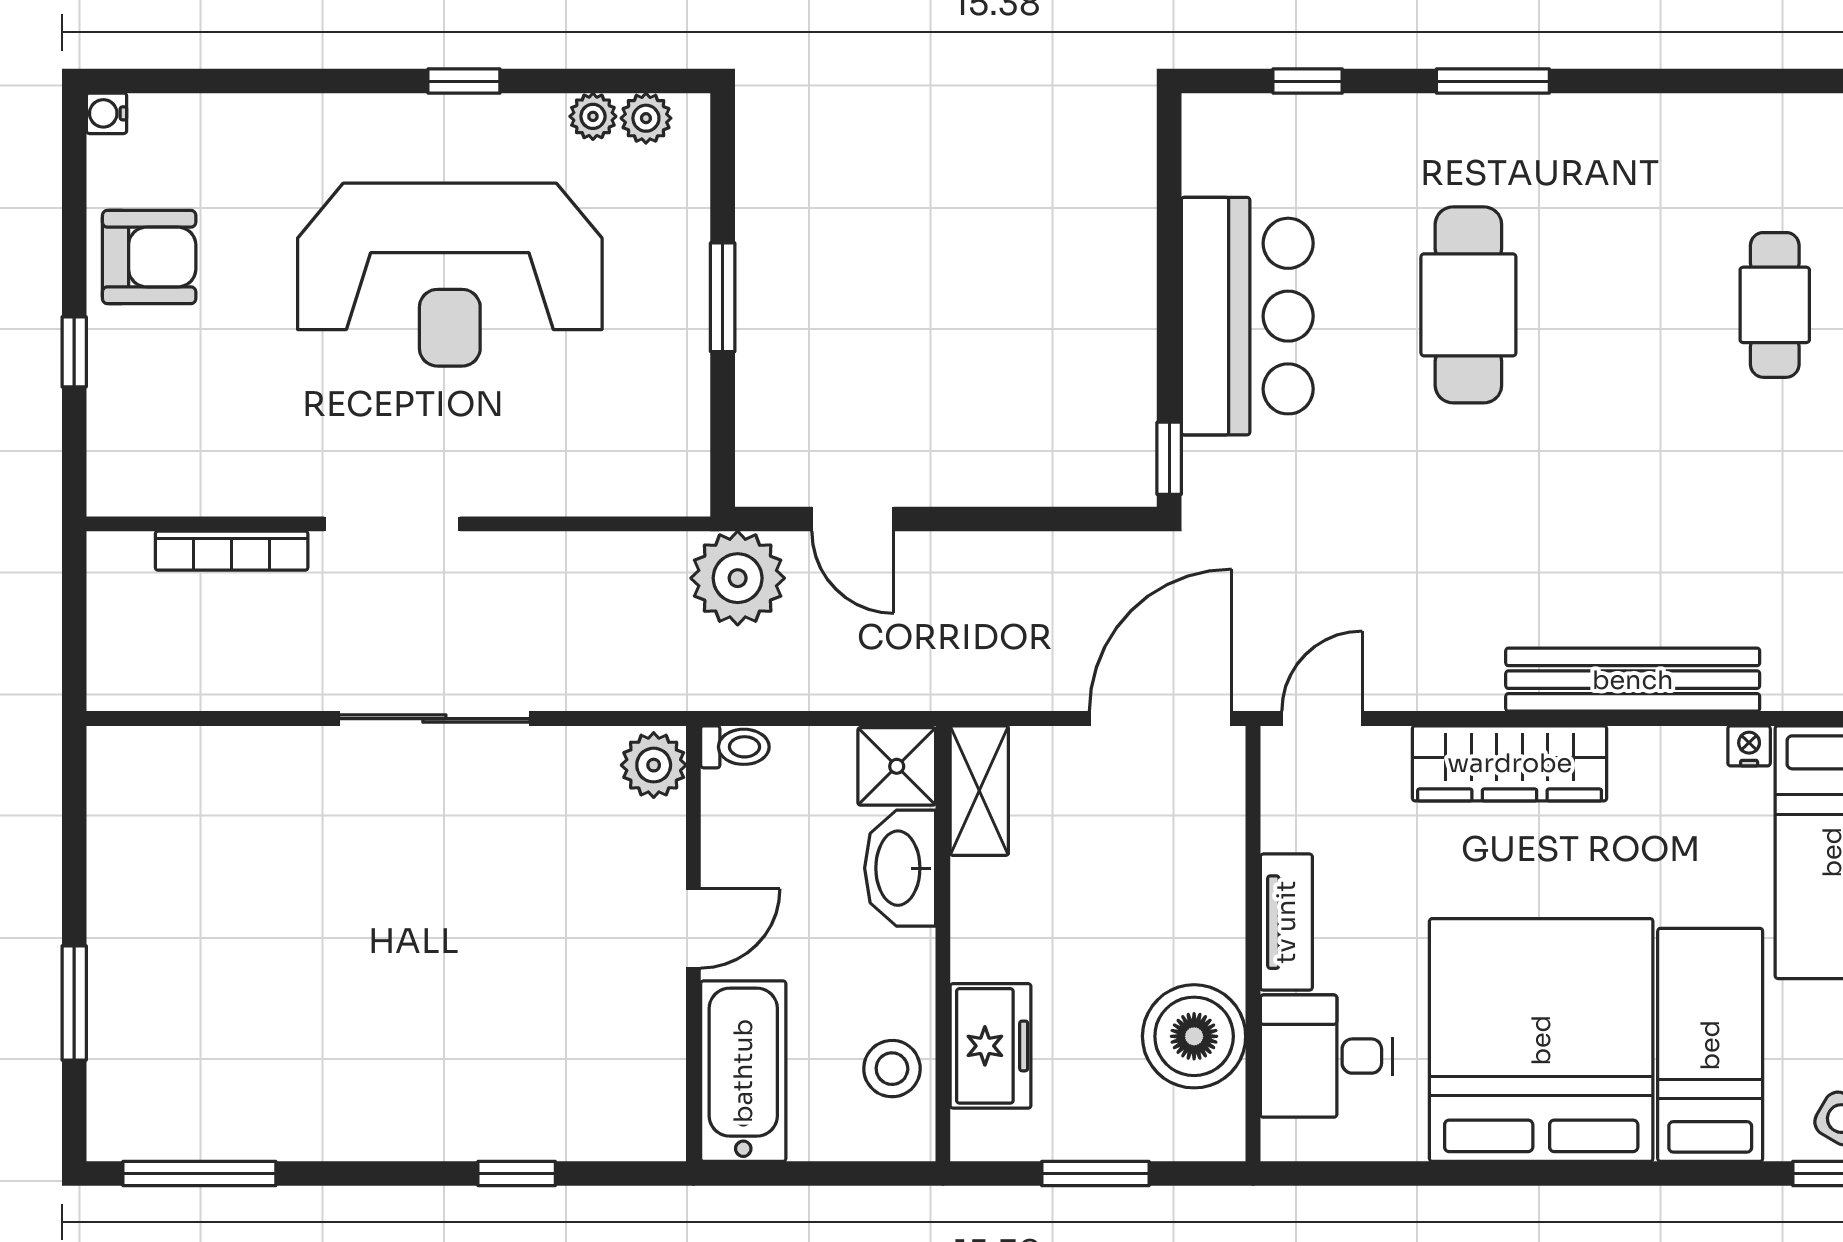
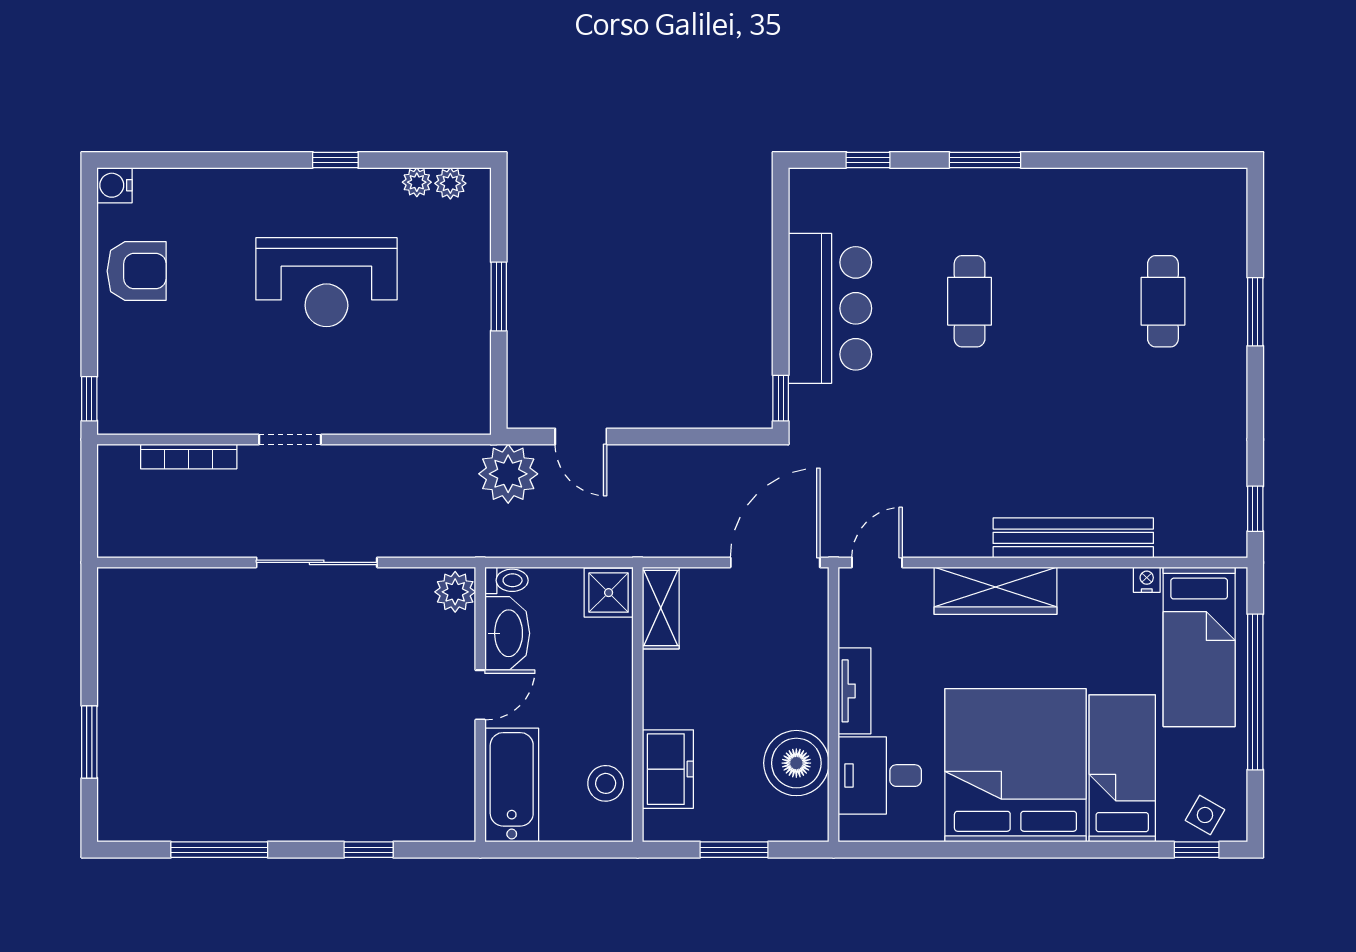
water cooler: (107, 113) -> (115, 185), width x1.38, depth x1.38
reception desk: (450, 275) -> (326, 282), width x0.74, depth x0.77
cafe table: (1468, 305) -> (970, 301), width x0.73, depth x0.74
window: (74, 352) -> (89, 399), moved
doorway: (392, 524) -> (290, 440), width x0.73
washbasin: (900, 868) -> (507, 633), moved, turned 180
window: (199, 1174) -> (219, 850), moved

